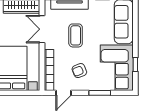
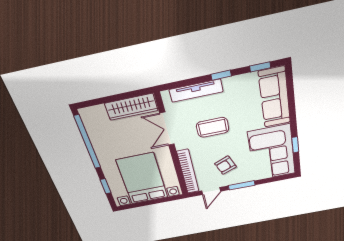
coffee table: (76, 35) -> (213, 127), turned 90
window: (100, 93) -> (242, 185), moved

